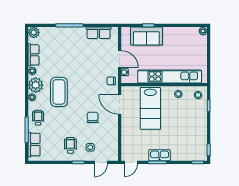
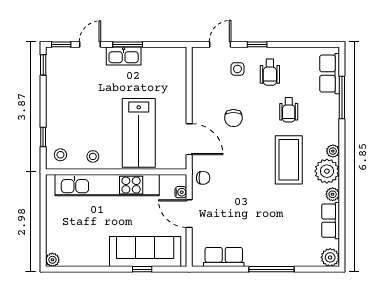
sofa: (146, 36) -> (145, 251), width x1.36
lab bench: (150, 108) -> (139, 133), turned 180
wheelchair: (38, 118) -> (289, 110), moved
door: (131, 162) -> (90, 44), moved

